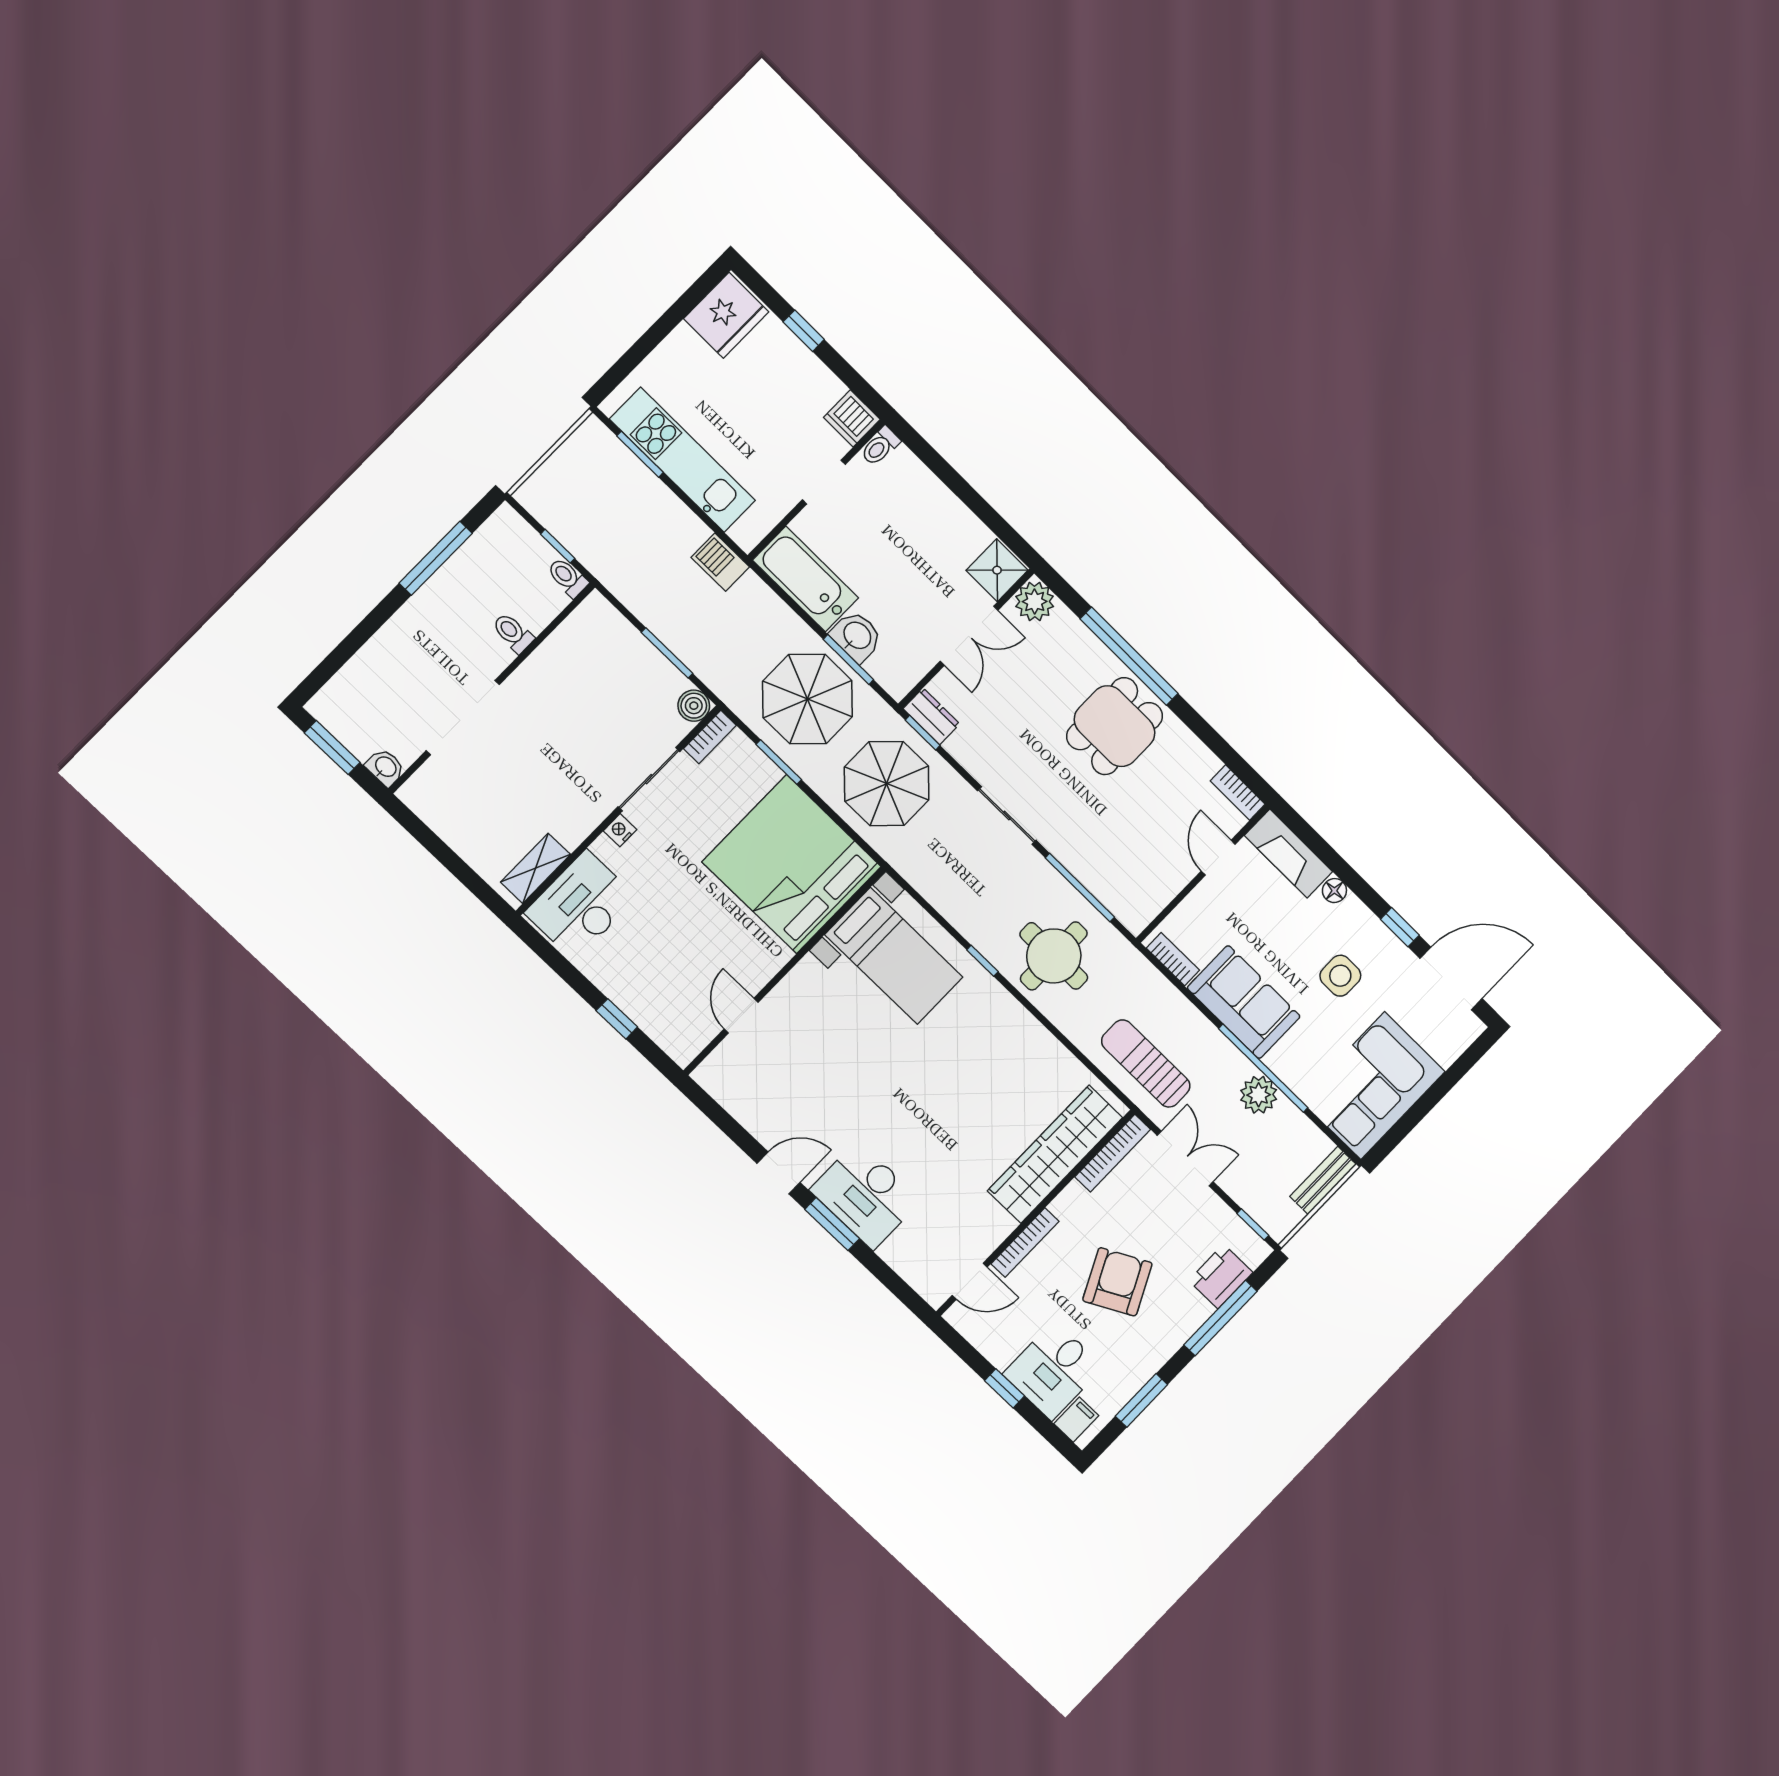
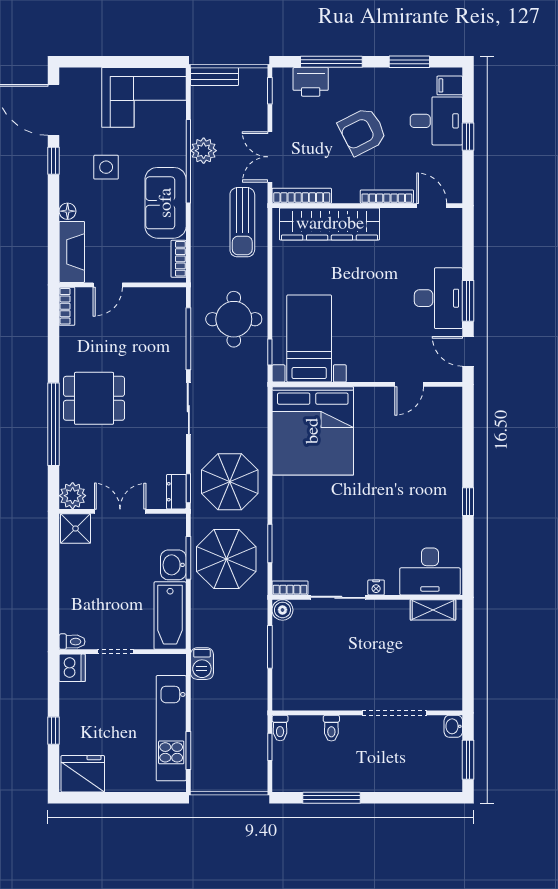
bed: (792, 864) -> (313, 431), moved
bed with nightstands: (894, 956) -> (309, 338), moved
wall: (785, 971) -> (367, 384), moved
door: (741, 1016) -> (409, 384), moved

